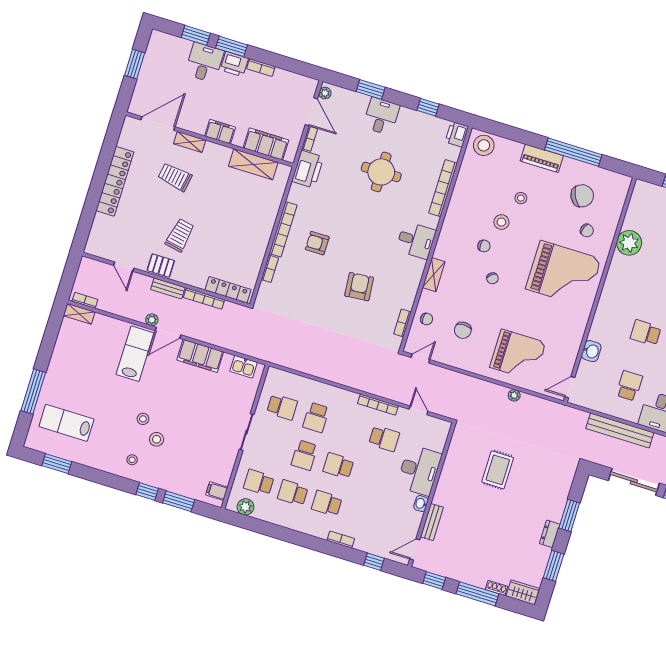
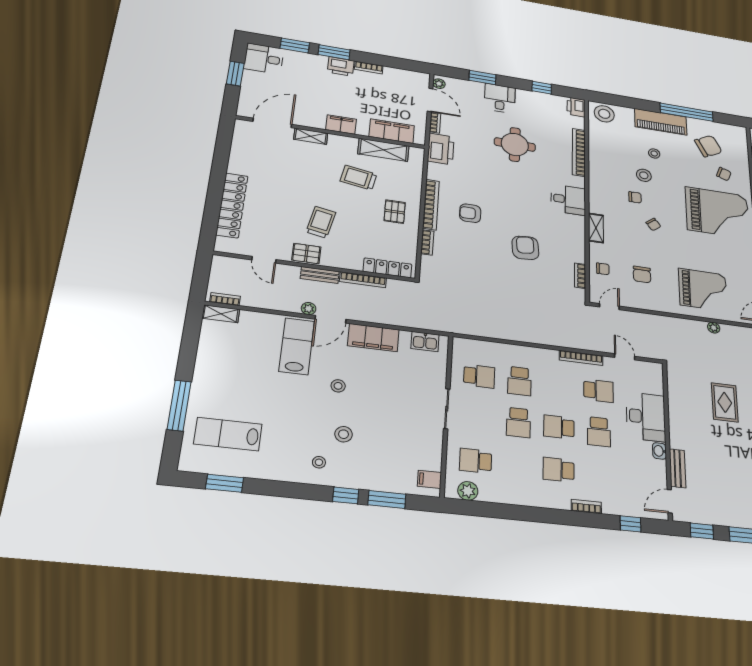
desk: (204, 62) -> (264, 59), moved, turned -90
piano: (542, 158) -> (661, 122), width x1.37, depth x1.33
trolley: (175, 177) -> (359, 178), moved
locker: (115, 181) -> (232, 205), moved
pallet: (248, 233) -> (395, 212), added
stool: (143, 419) -> (338, 386), moved
school desk: (293, 493) -> (599, 432), moved, turned -90

